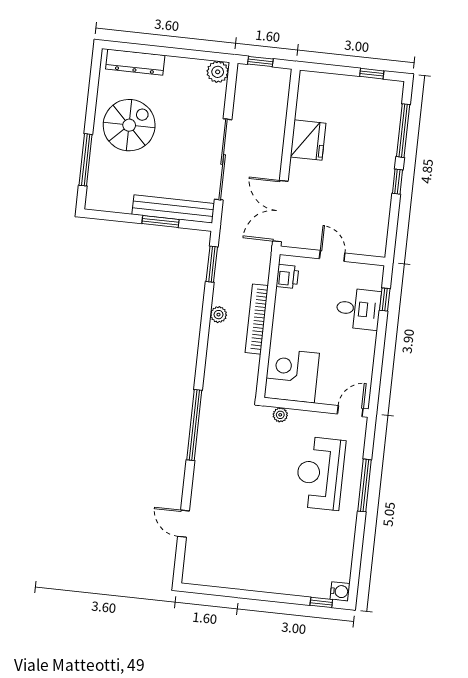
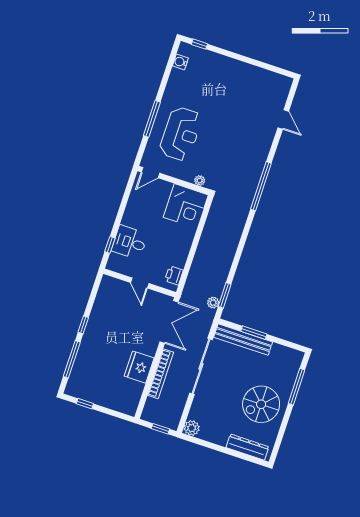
plant: (218, 315) -> (213, 303), moved
bookcase: (257, 319) -> (161, 374), moved
water cooler: (340, 591) -> (180, 62), moved

